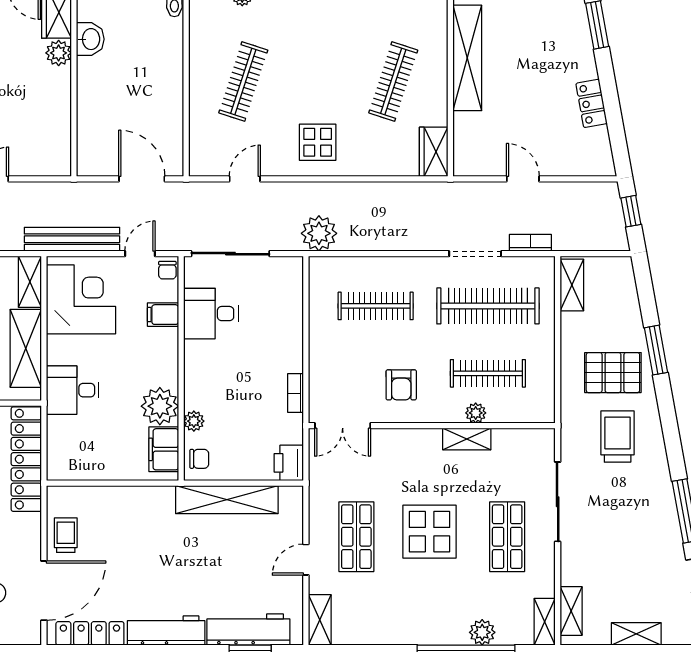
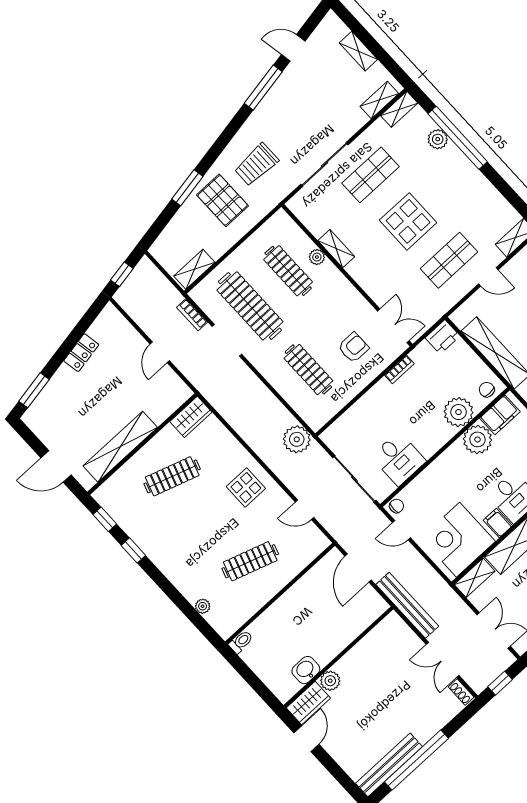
bench: (72, 239) -> (407, 605), moved
filing cabinet: (163, 315) -> (498, 523), moved, turned 180
armchair: (401, 385) -> (353, 347), moved
plant: (194, 421) -> (459, 412), width x1.88, depth x1.88

